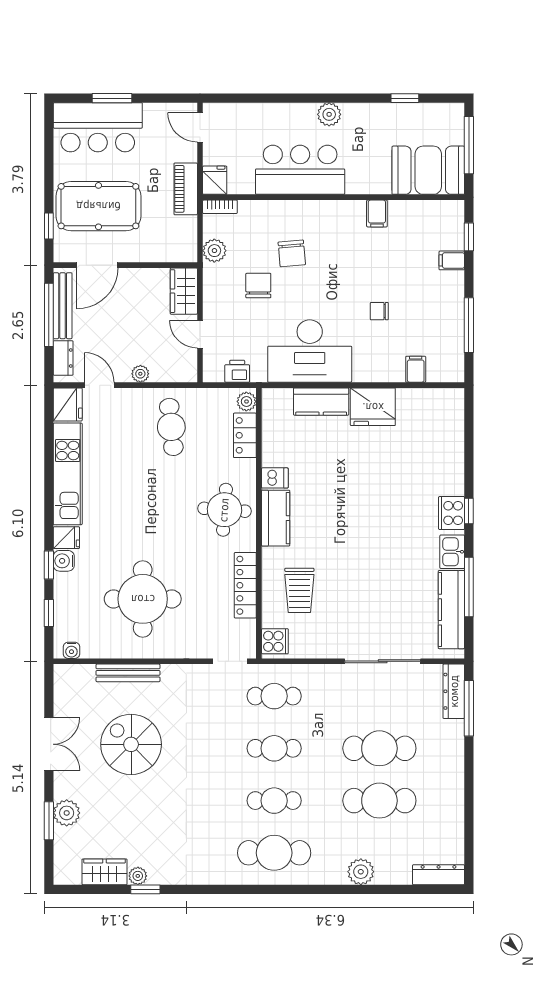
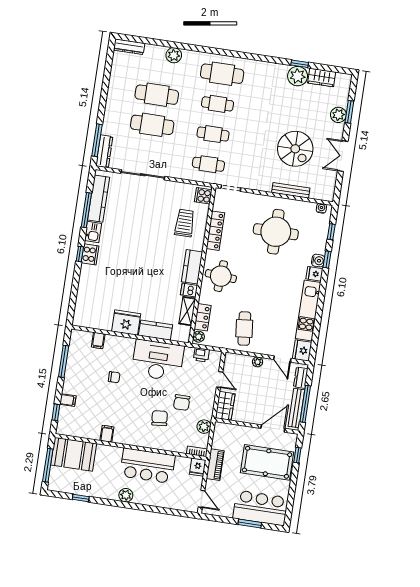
shelving: (272, 442) -> (187, 311), added
plant: (138, 876) -> (298, 76), width x1.88, depth x1.88

